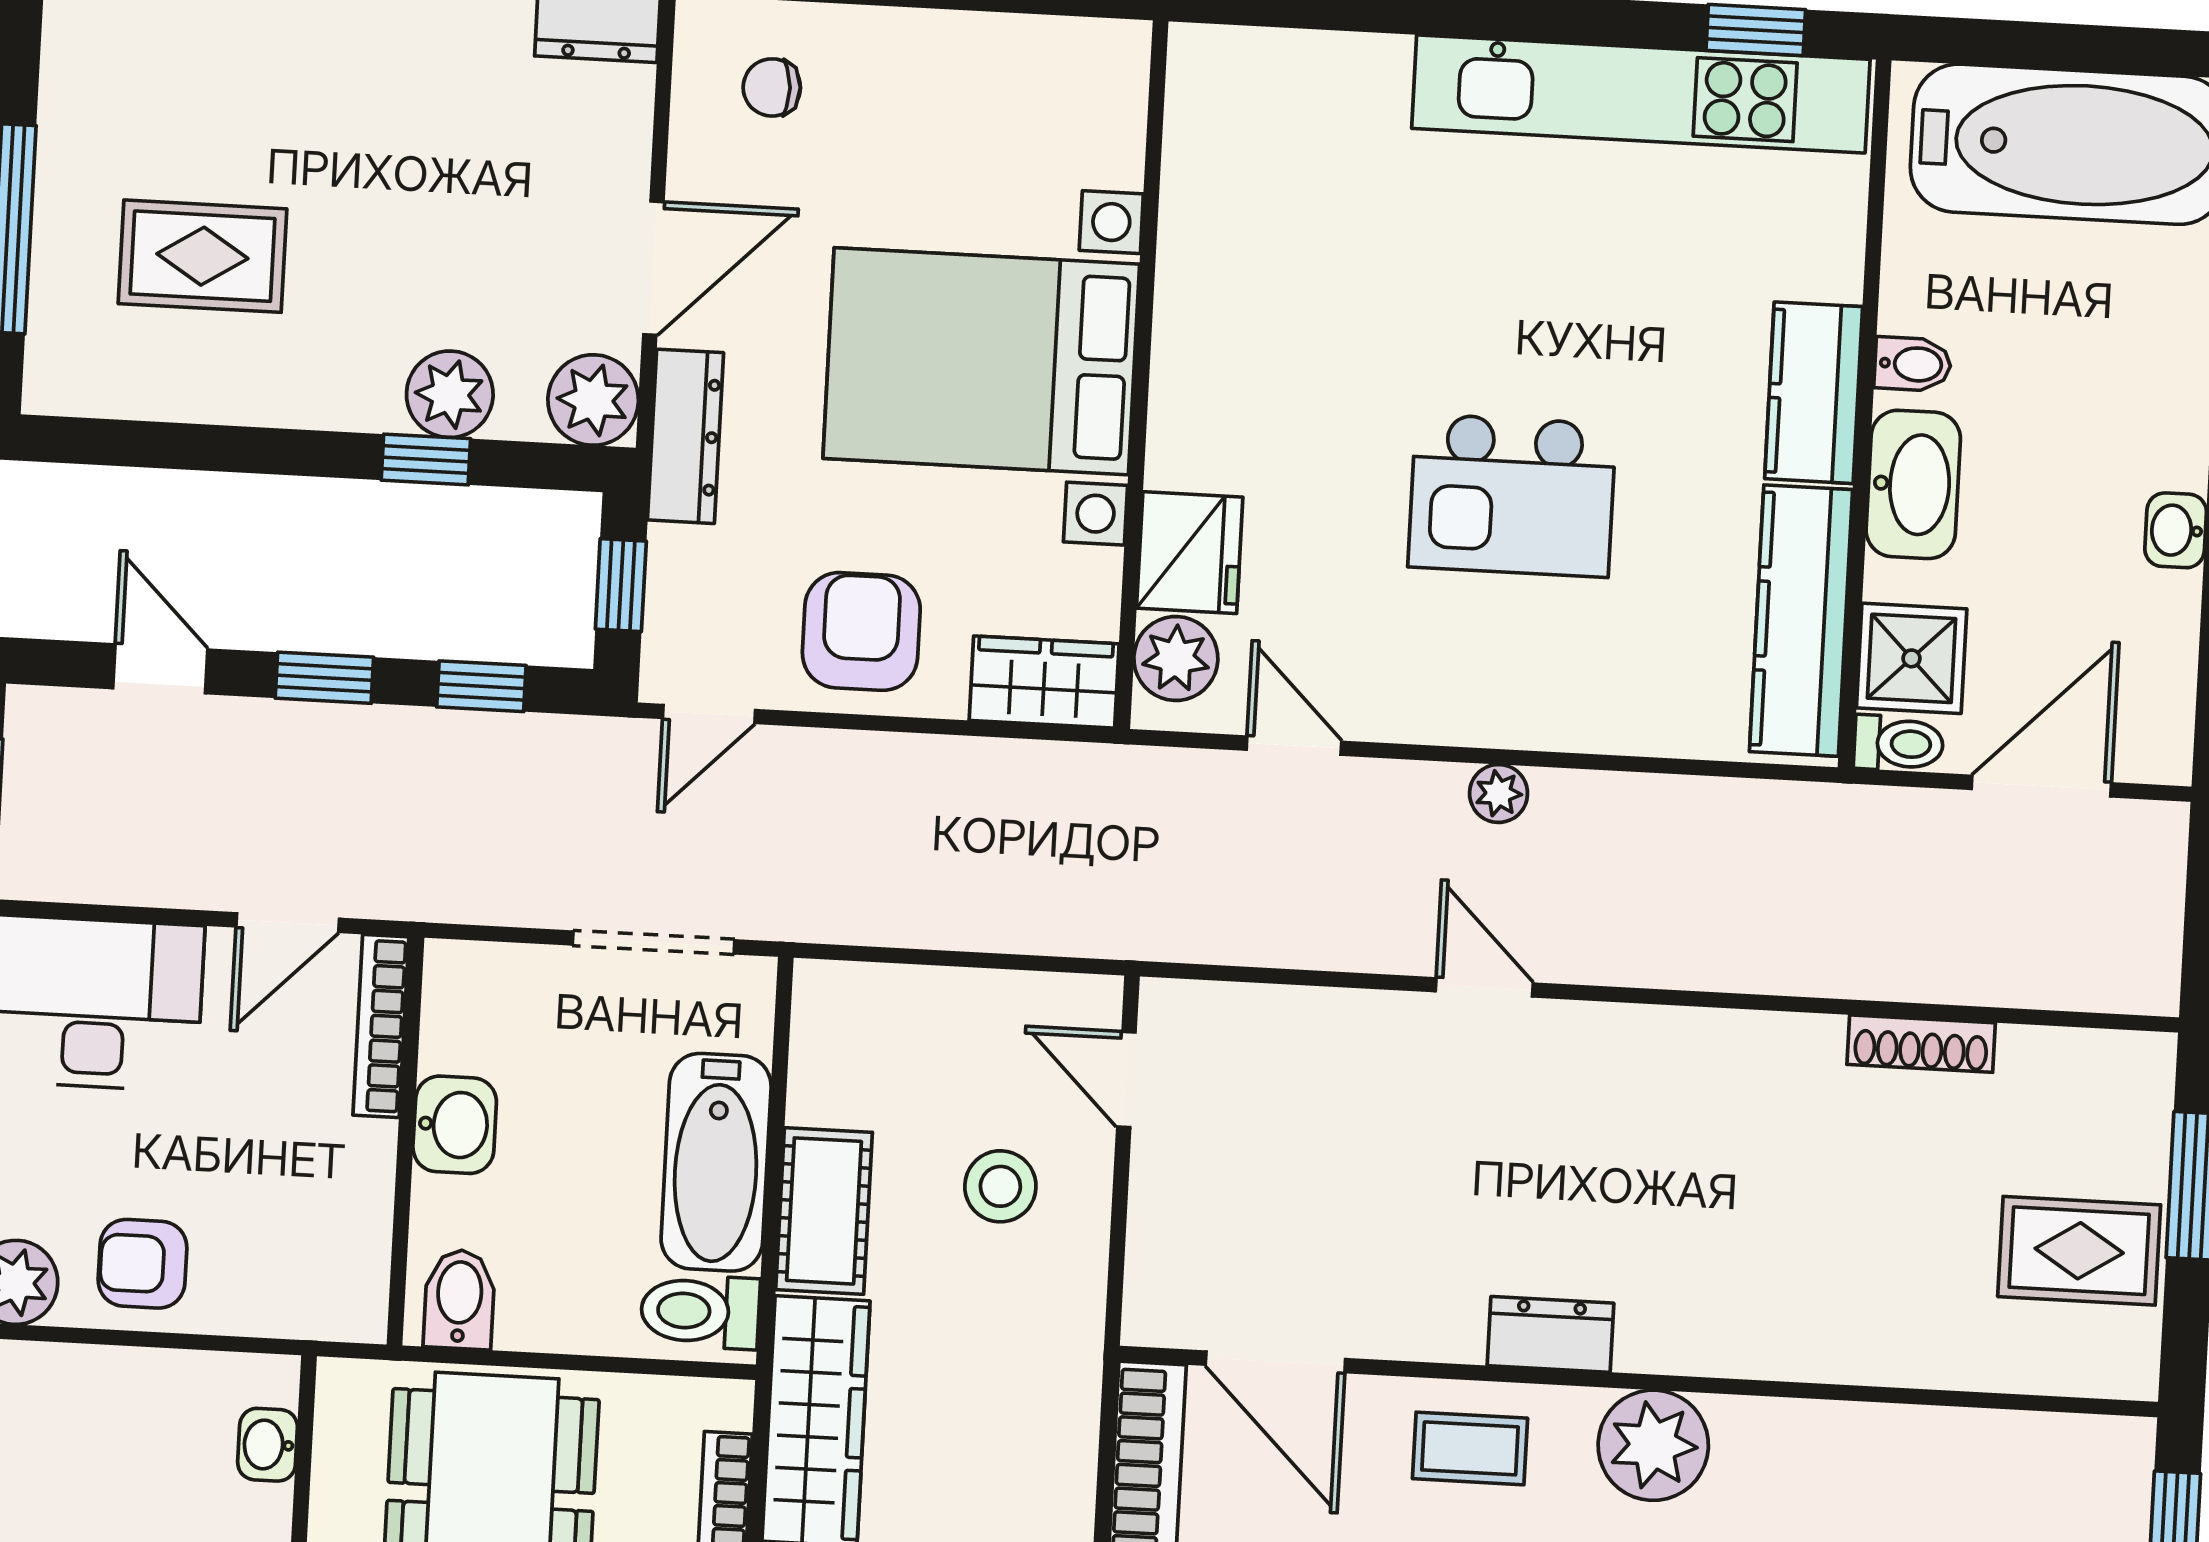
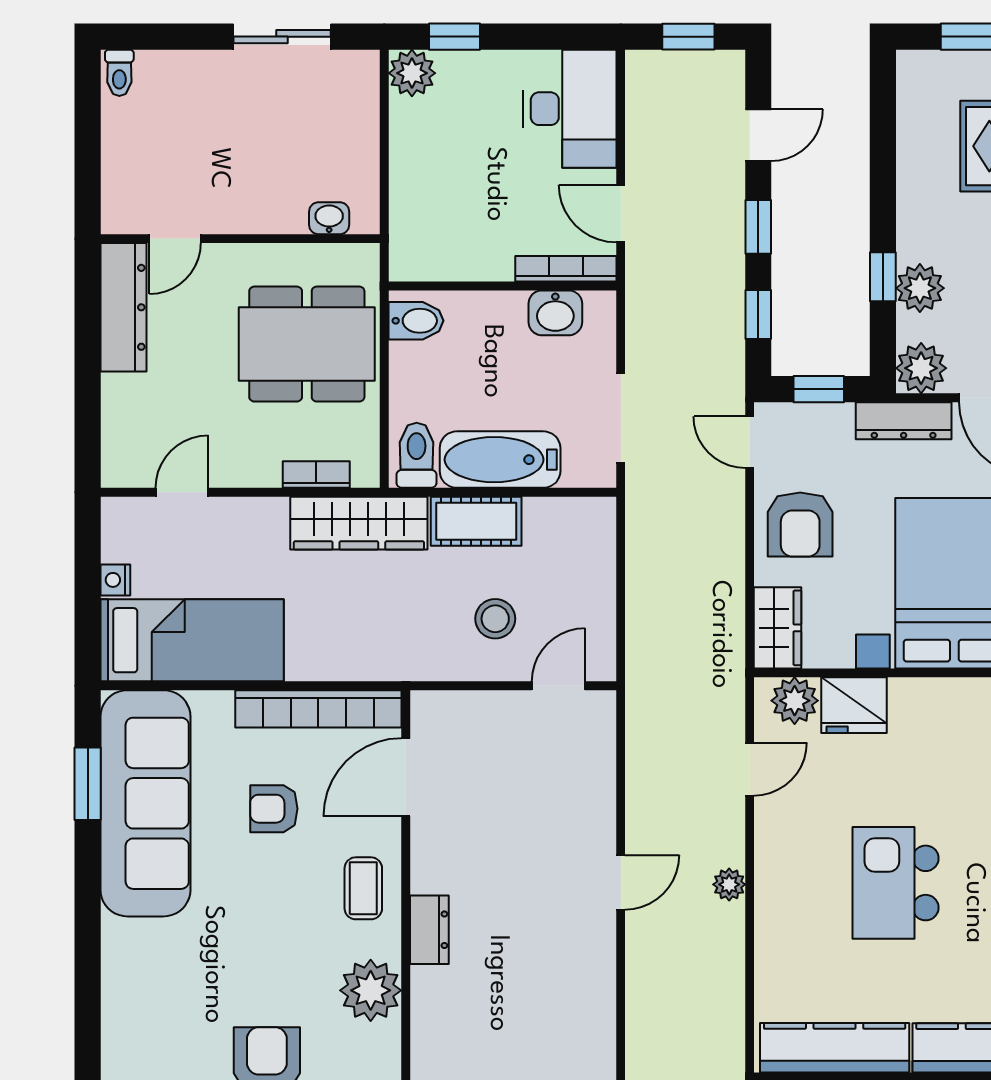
armchair: (861, 631) -> (800, 525), turned 90
washbasin: (455, 1125) -> (555, 313), moved
armchair: (142, 1264) -> (426, 143), removed

